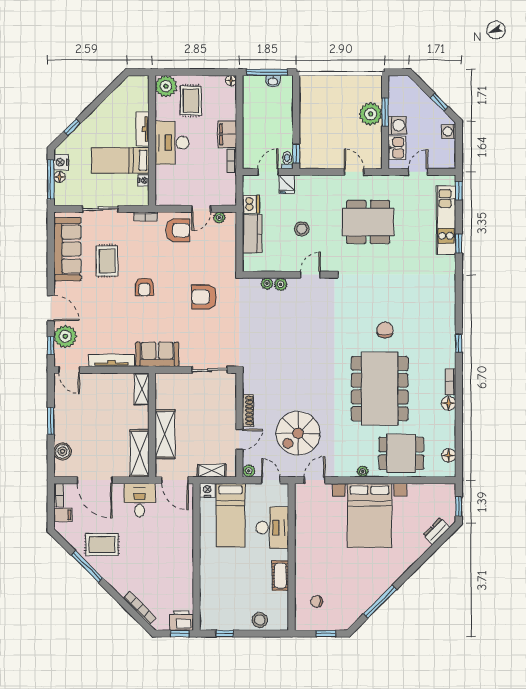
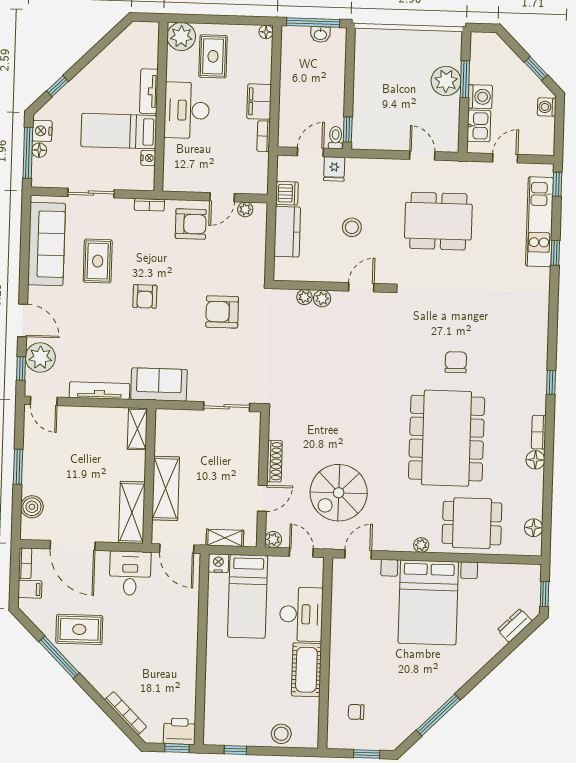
cot: (280, 576) -> (306, 670), width x1.37, depth x1.34

